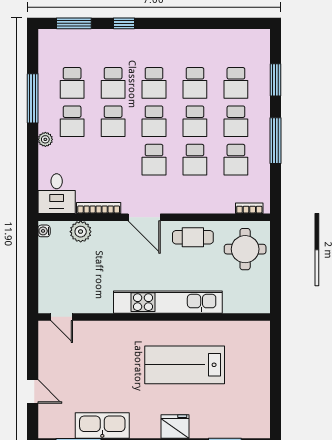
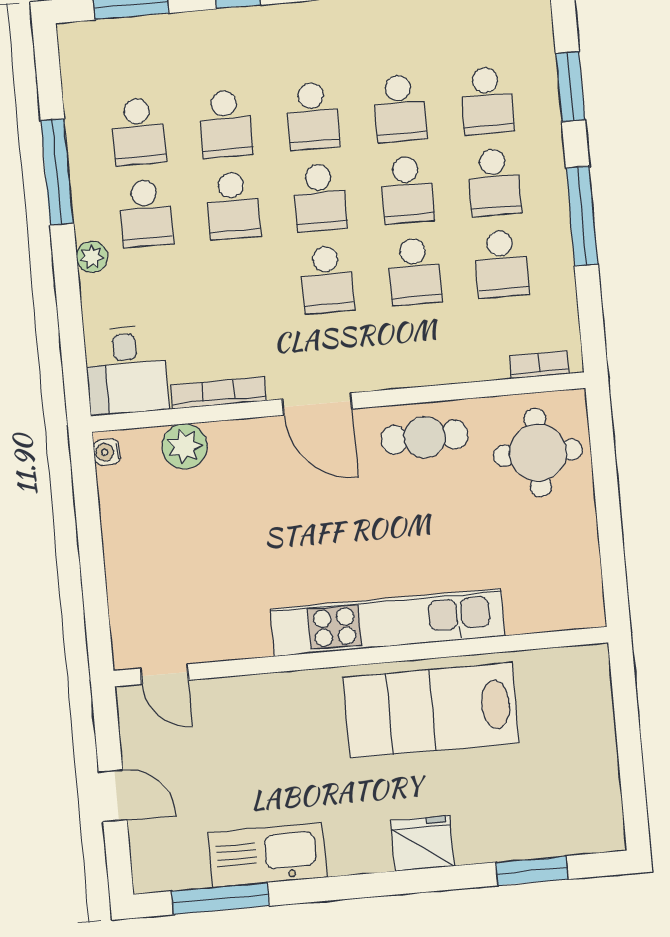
kitchen unit: (168, 302) -> (388, 622), moved
door: (62, 317) -> (165, 674), moved
wall: (154, 317) -> (361, 657), moved

